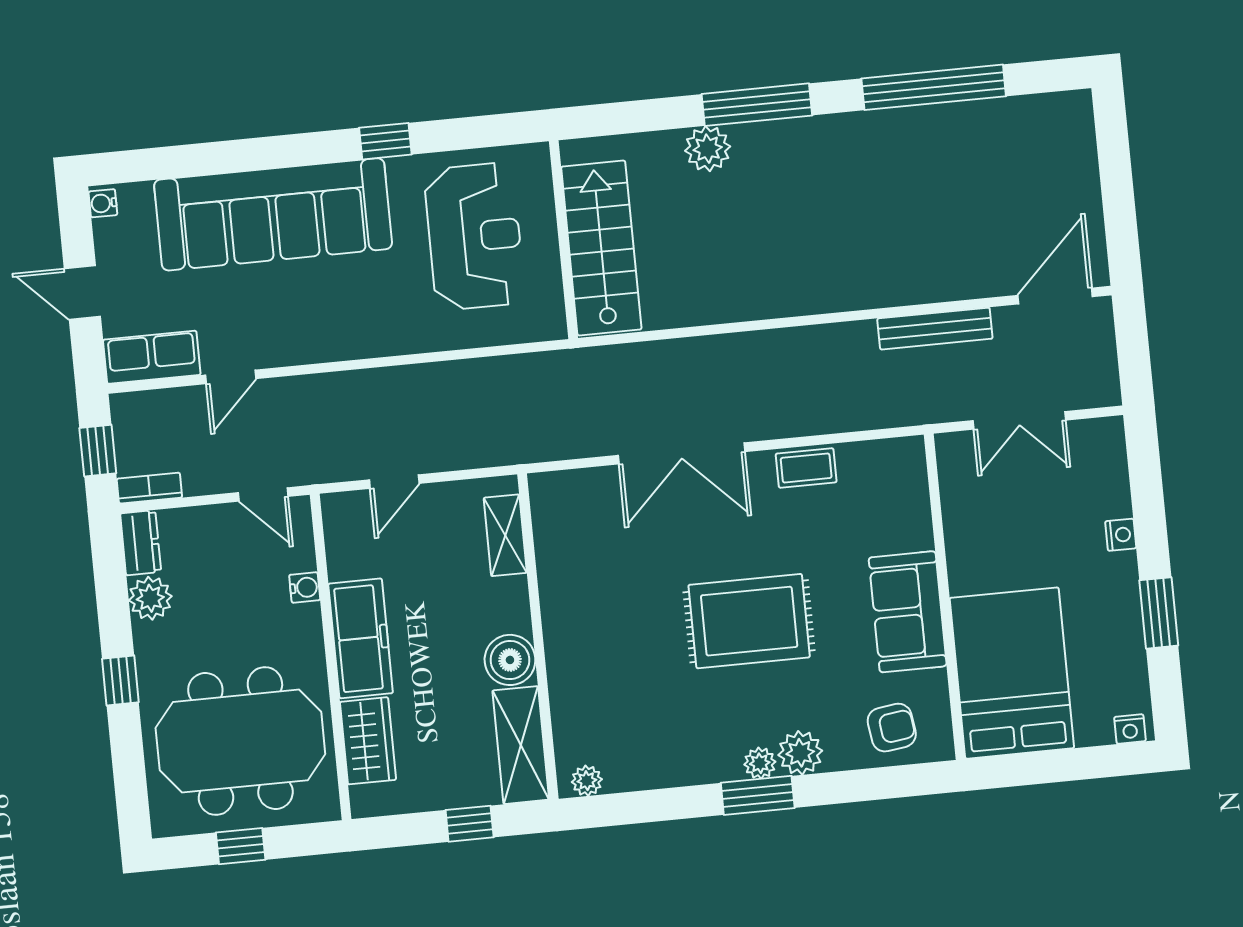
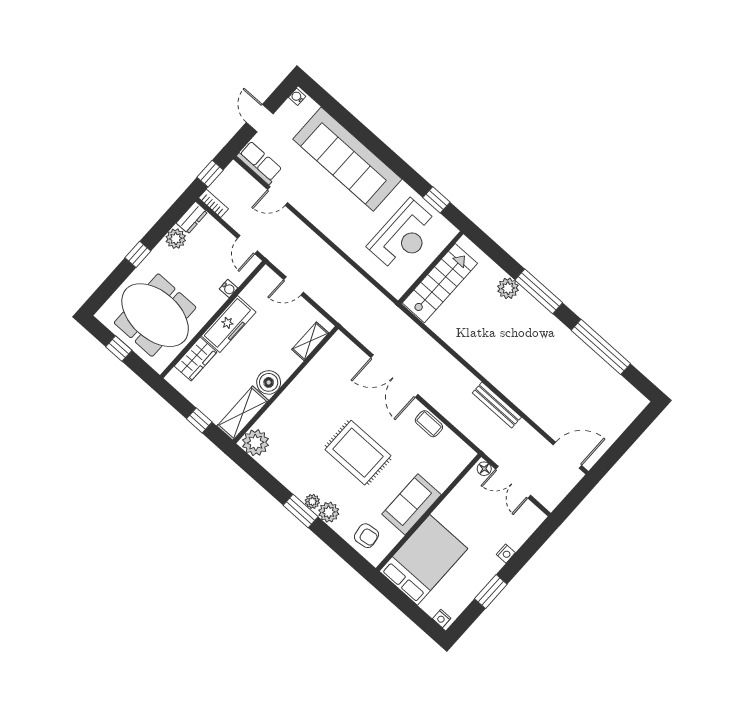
window: (385, 141) -> (436, 200), moved
bench: (935, 329) -> (497, 405), moved
floor lamp: (956, 446) -> (484, 469), added
plant: (587, 781) -> (256, 443), width x1.88, depth x1.88

